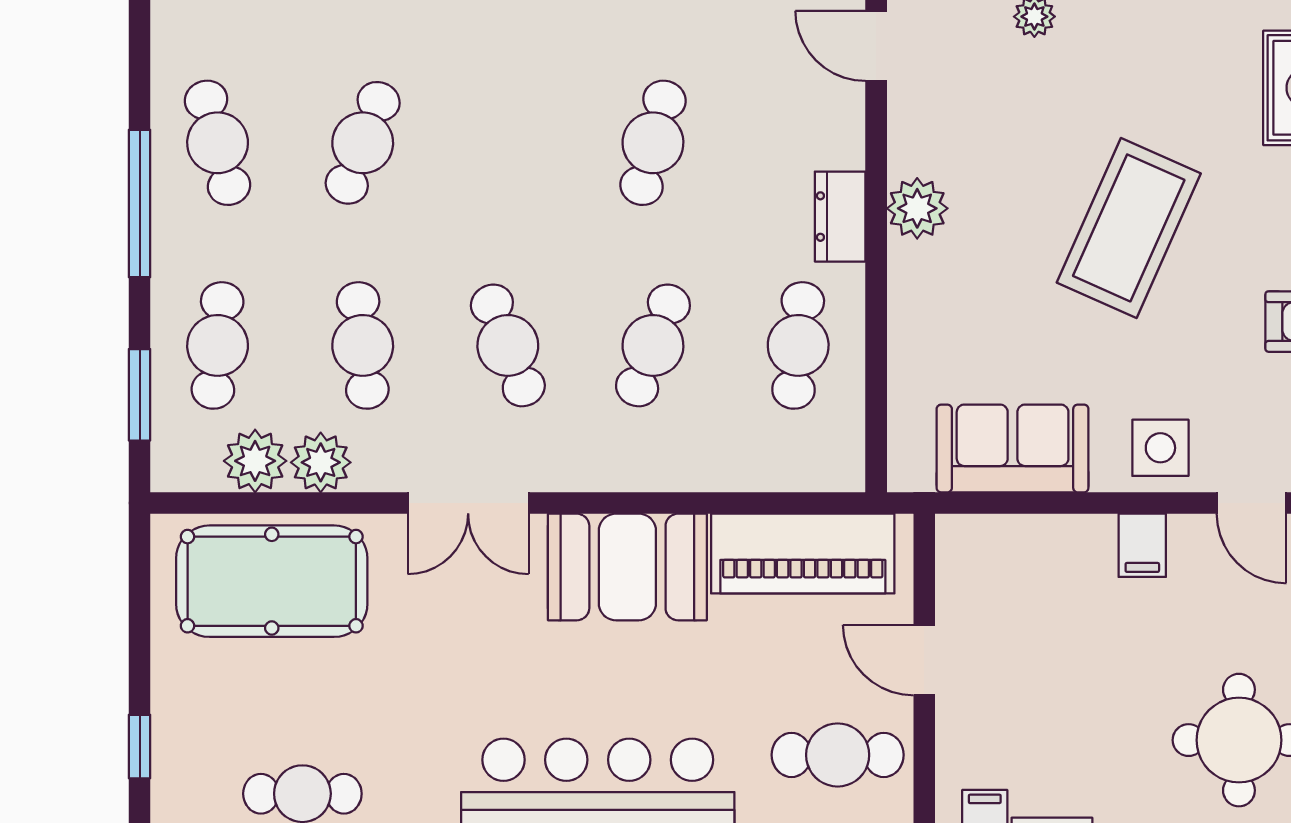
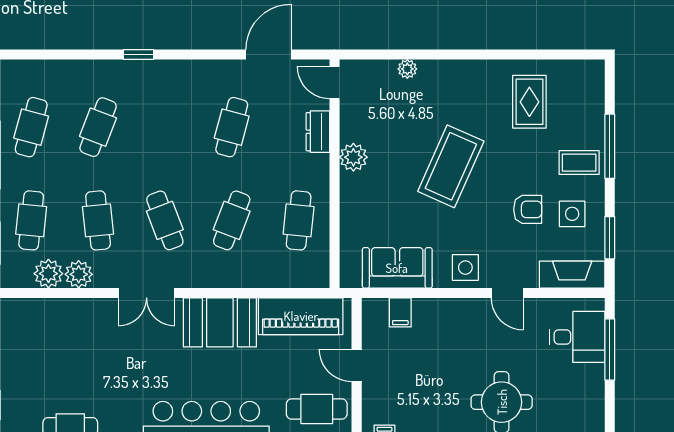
cafe table: (218, 143) -> (31, 127), turned 30
dresser: (840, 217) -> (318, 132), moved
filing cabinet: (1142, 545) -> (400, 312), moved
pool table: (272, 581) -> (56, 329), removed

